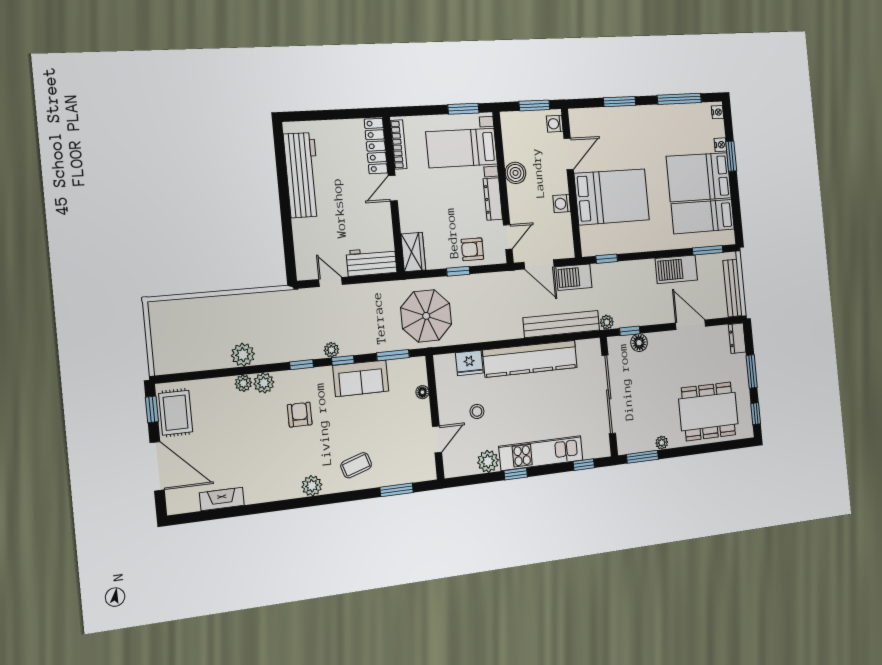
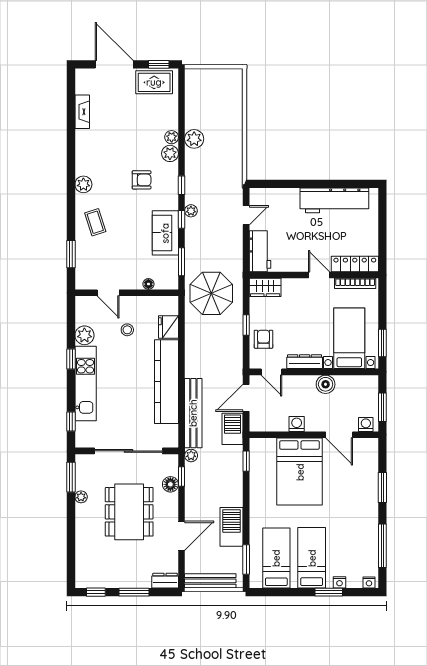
bed: (699, 177) -> (312, 558), width x0.67
dining table: (708, 411) -> (129, 512), moved
door: (157, 466) -> (114, 64), swing flipped

